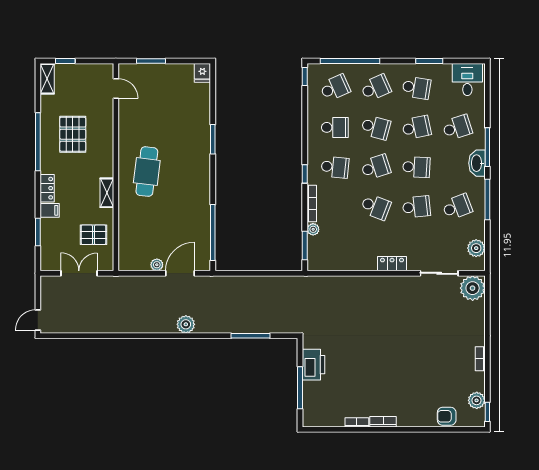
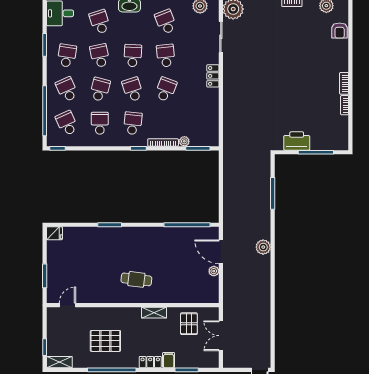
cafe table: (147, 172) -> (136, 279), width x0.73, depth x0.74

